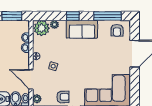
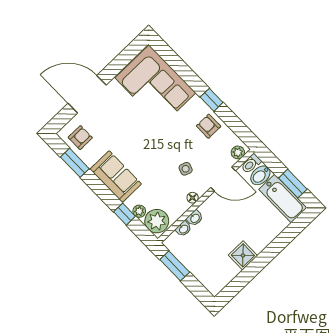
window: (73, 16) -> (124, 214), moved
window: (107, 16) -> (75, 163), width x0.69
door: (31, 79) -> (223, 179), hinge flipped

